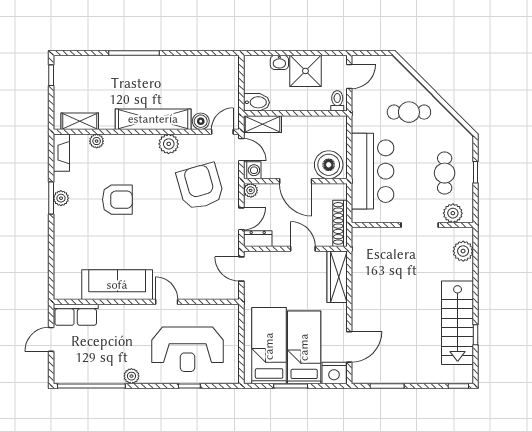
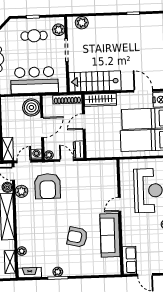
plant: (169, 144) -> (21, 191), moved
armchair: (200, 186) -> (48, 186), turned -74
armchair: (117, 200) -> (77, 237), moved, turned -77
door: (241, 269) -> (98, 159), removed
stairs: (458, 323) -> (95, 81), moved, turned 180

